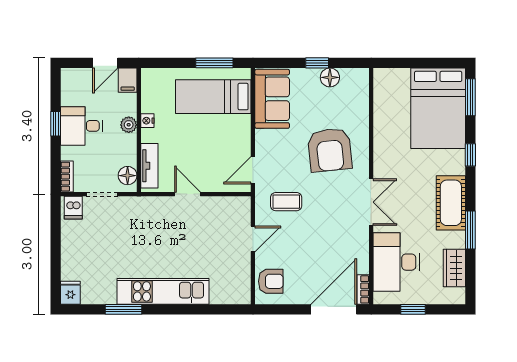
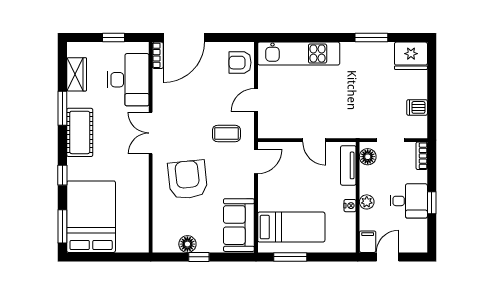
dishwasher: (73, 208) -> (417, 107), moved, turned -90
kitchen unit: (163, 291) -> (299, 54), moved
fridge: (70, 293) -> (411, 56), width x1.88, depth x1.34

